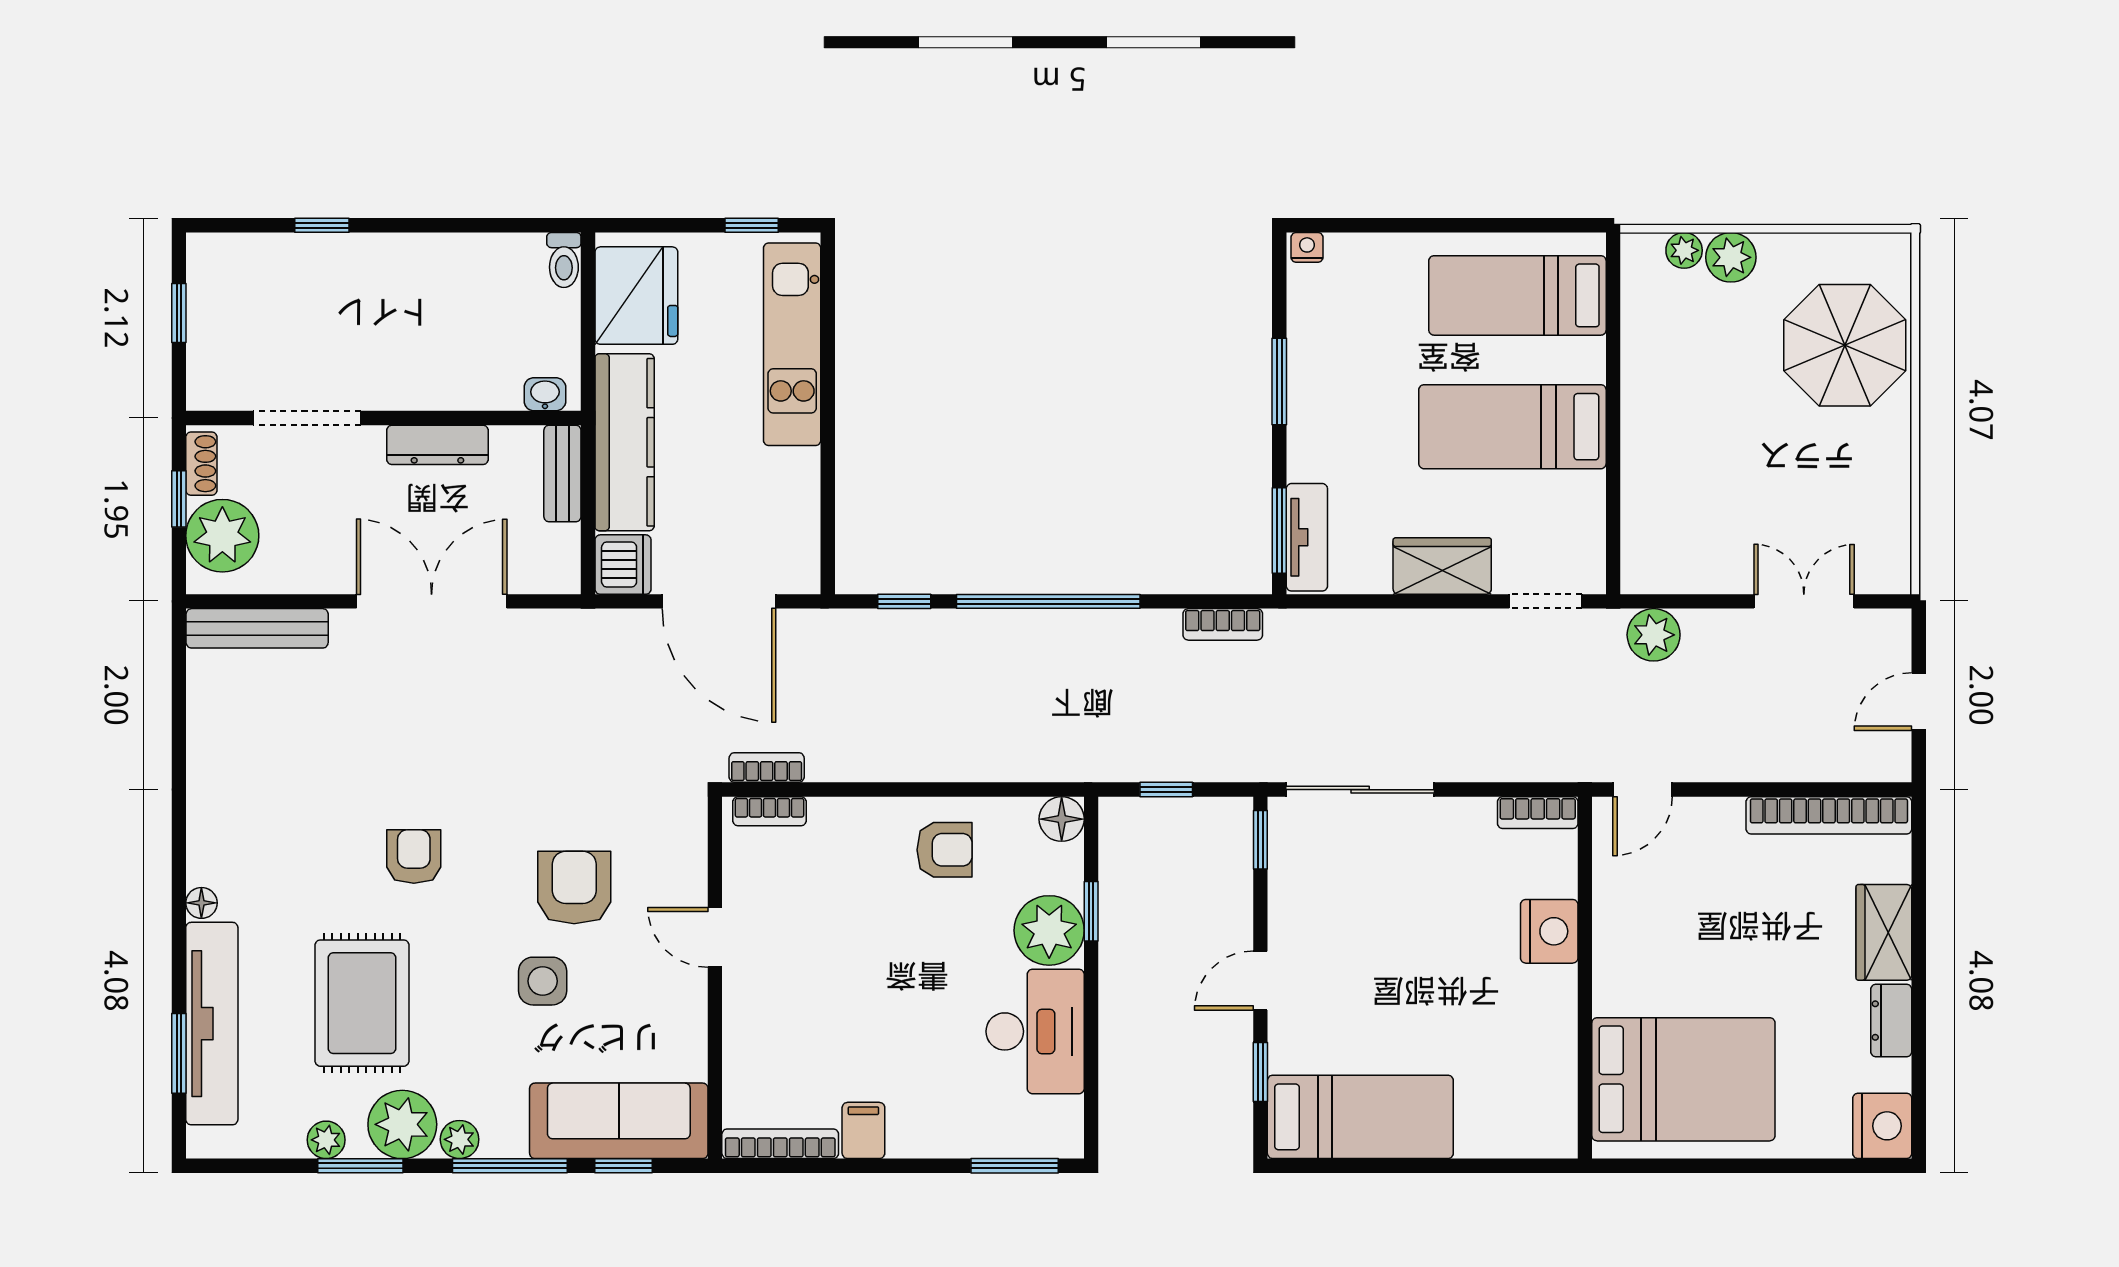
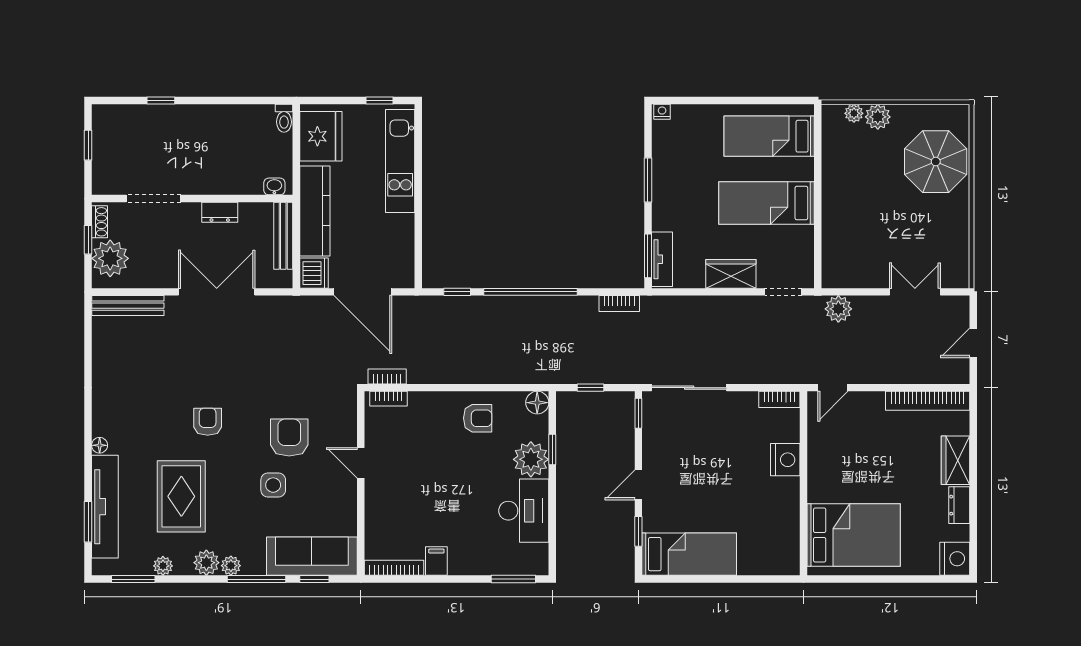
dresser: (437, 445) -> (220, 212), width x0.70
bench: (562, 474) -> (283, 236), width x1.36
plant: (402, 1124) -> (206, 563), width x0.73, depth x0.73
window: (360, 1166) -> (133, 579), moved

